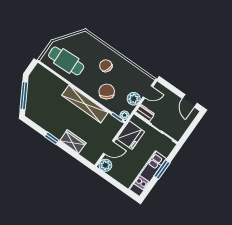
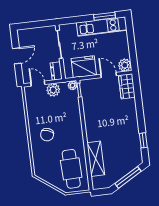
chair: (107, 92) -> (67, 116), removed
door: (190, 101) -> (17, 56), moved
shelving: (85, 104) -> (96, 159), moved, width x0.68
window: (52, 138) -> (143, 140), moved
wardrobe: (73, 142) -> (127, 86), moved
window: (162, 169) -> (105, 16), moved

